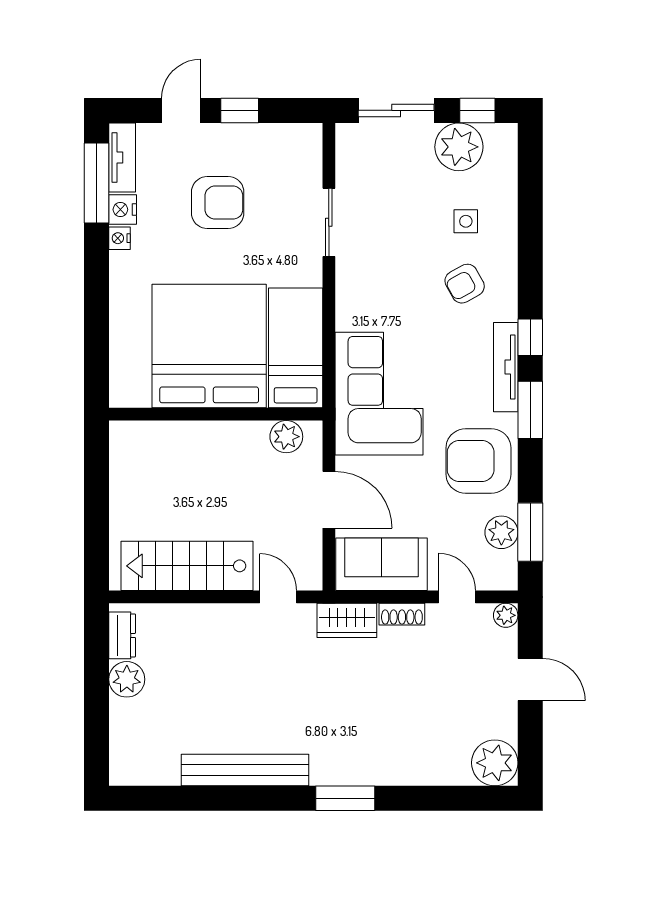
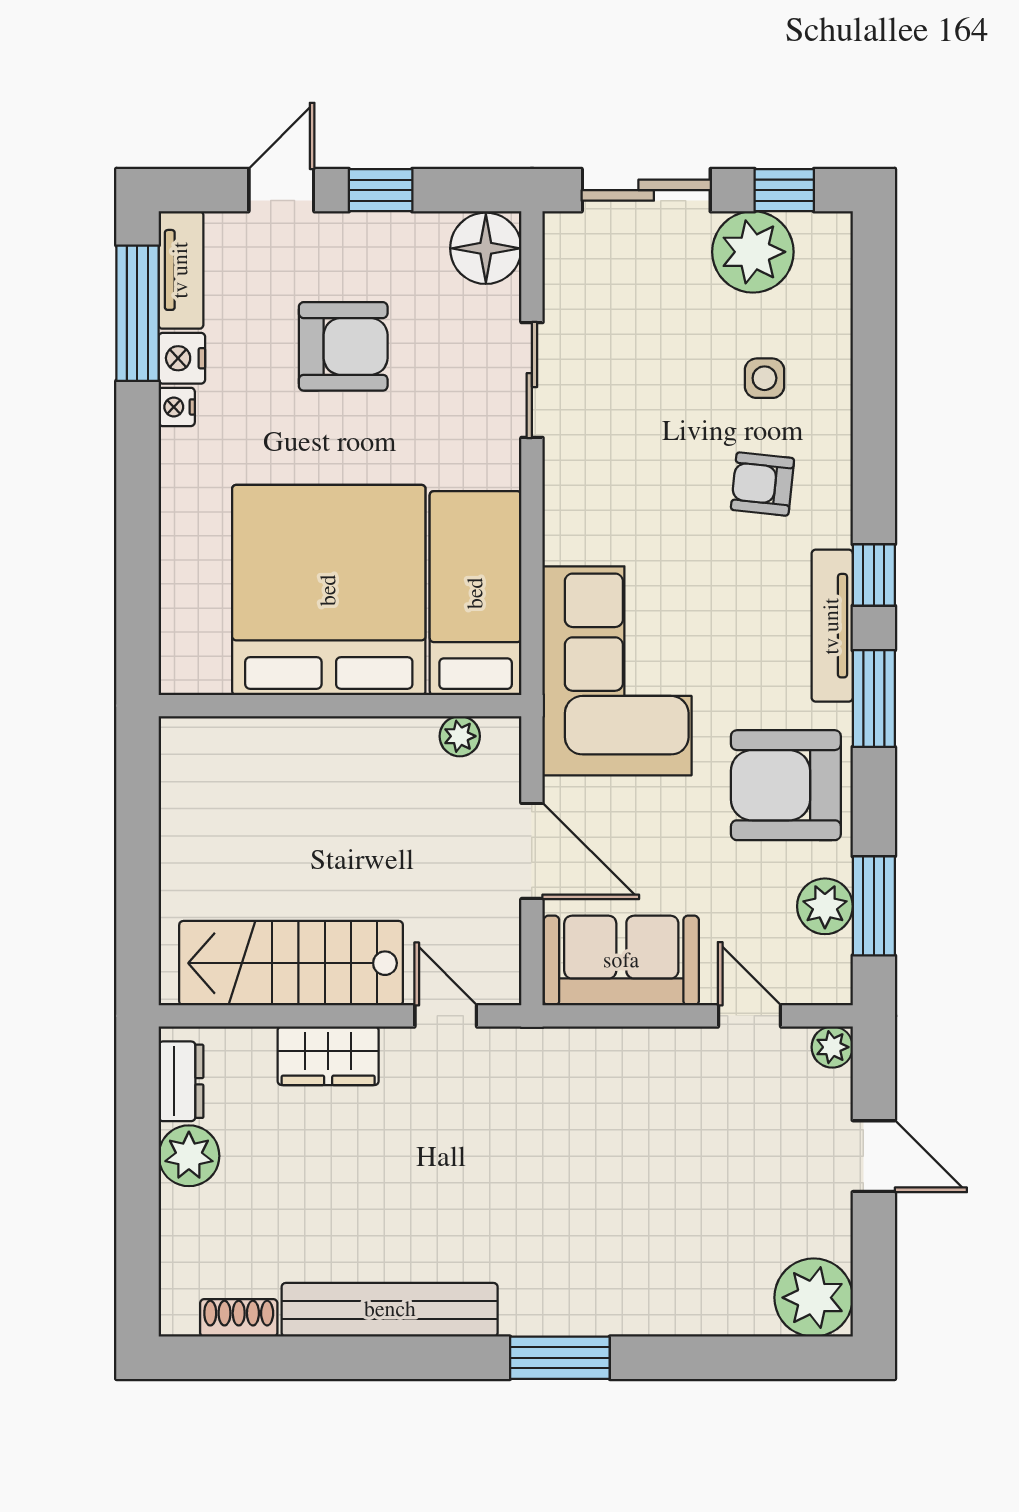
floor lamp: (302, 145) -> (486, 248), added
armchair: (465, 284) -> (762, 484), turned 35
plant: (286, 437) -> (460, 736), width x0.73, depth x0.73
shoe rack: (402, 614) -> (239, 1318), moved, turned 180
wardrobe: (347, 620) -> (328, 1056), moved

